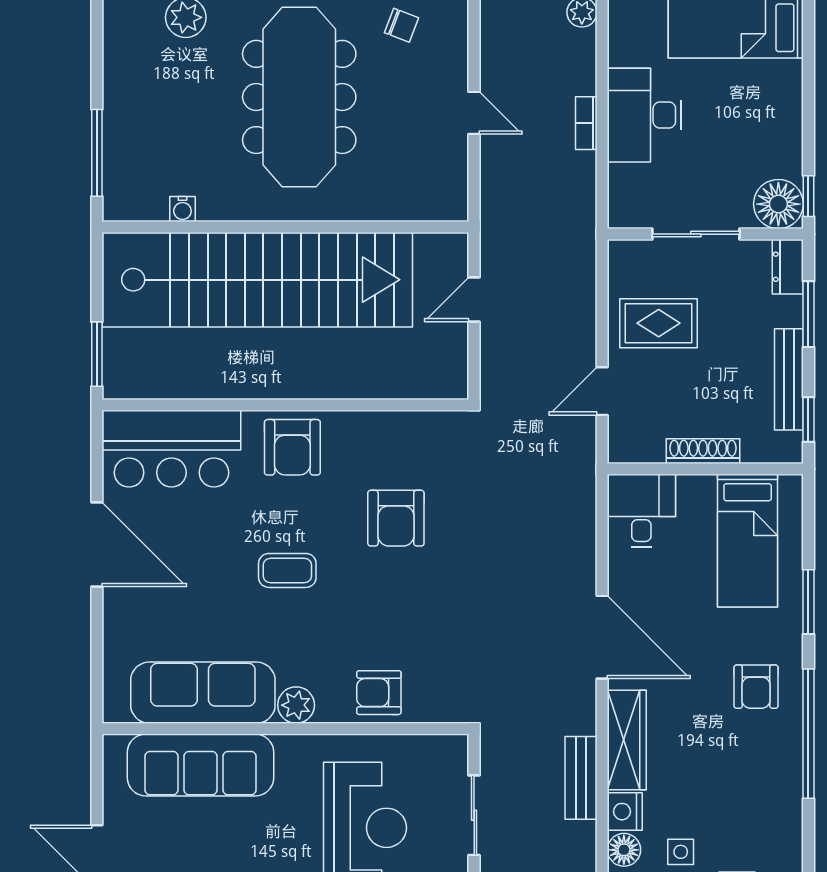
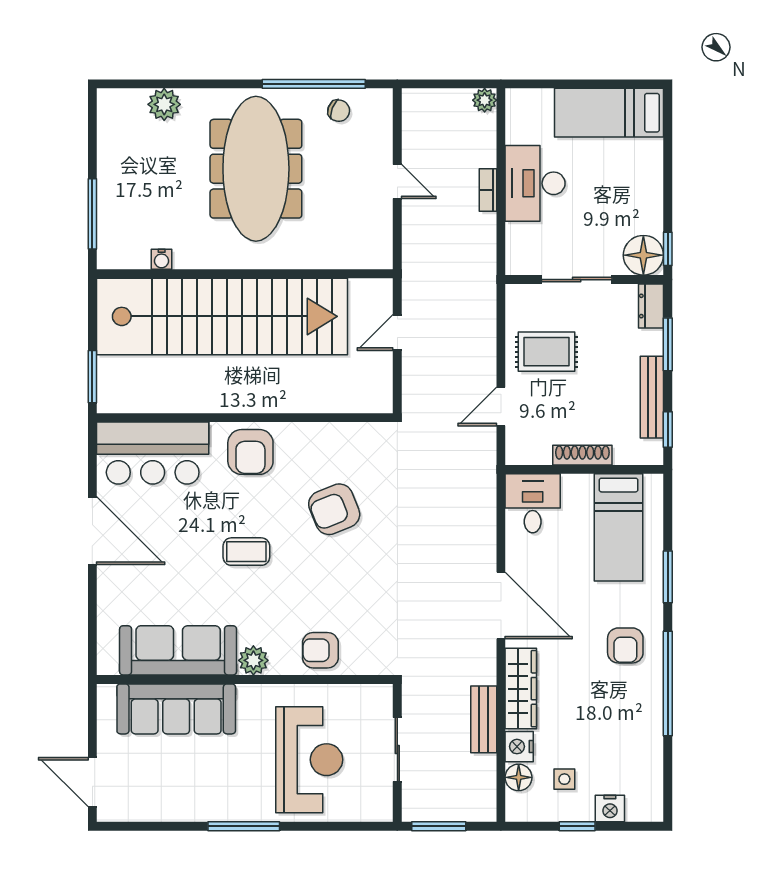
armchair: (396, 518) -> (334, 509), turned 68

